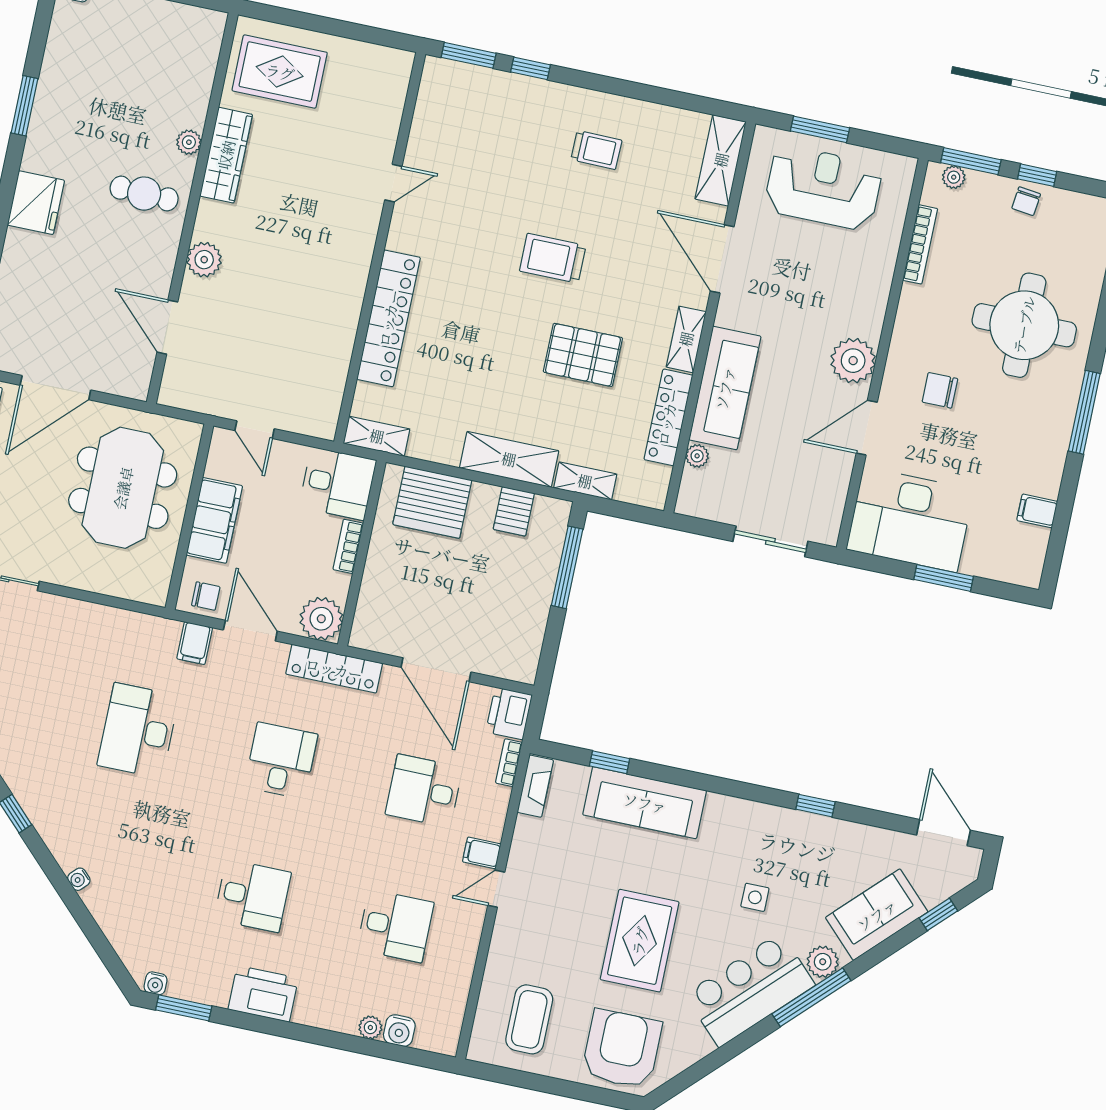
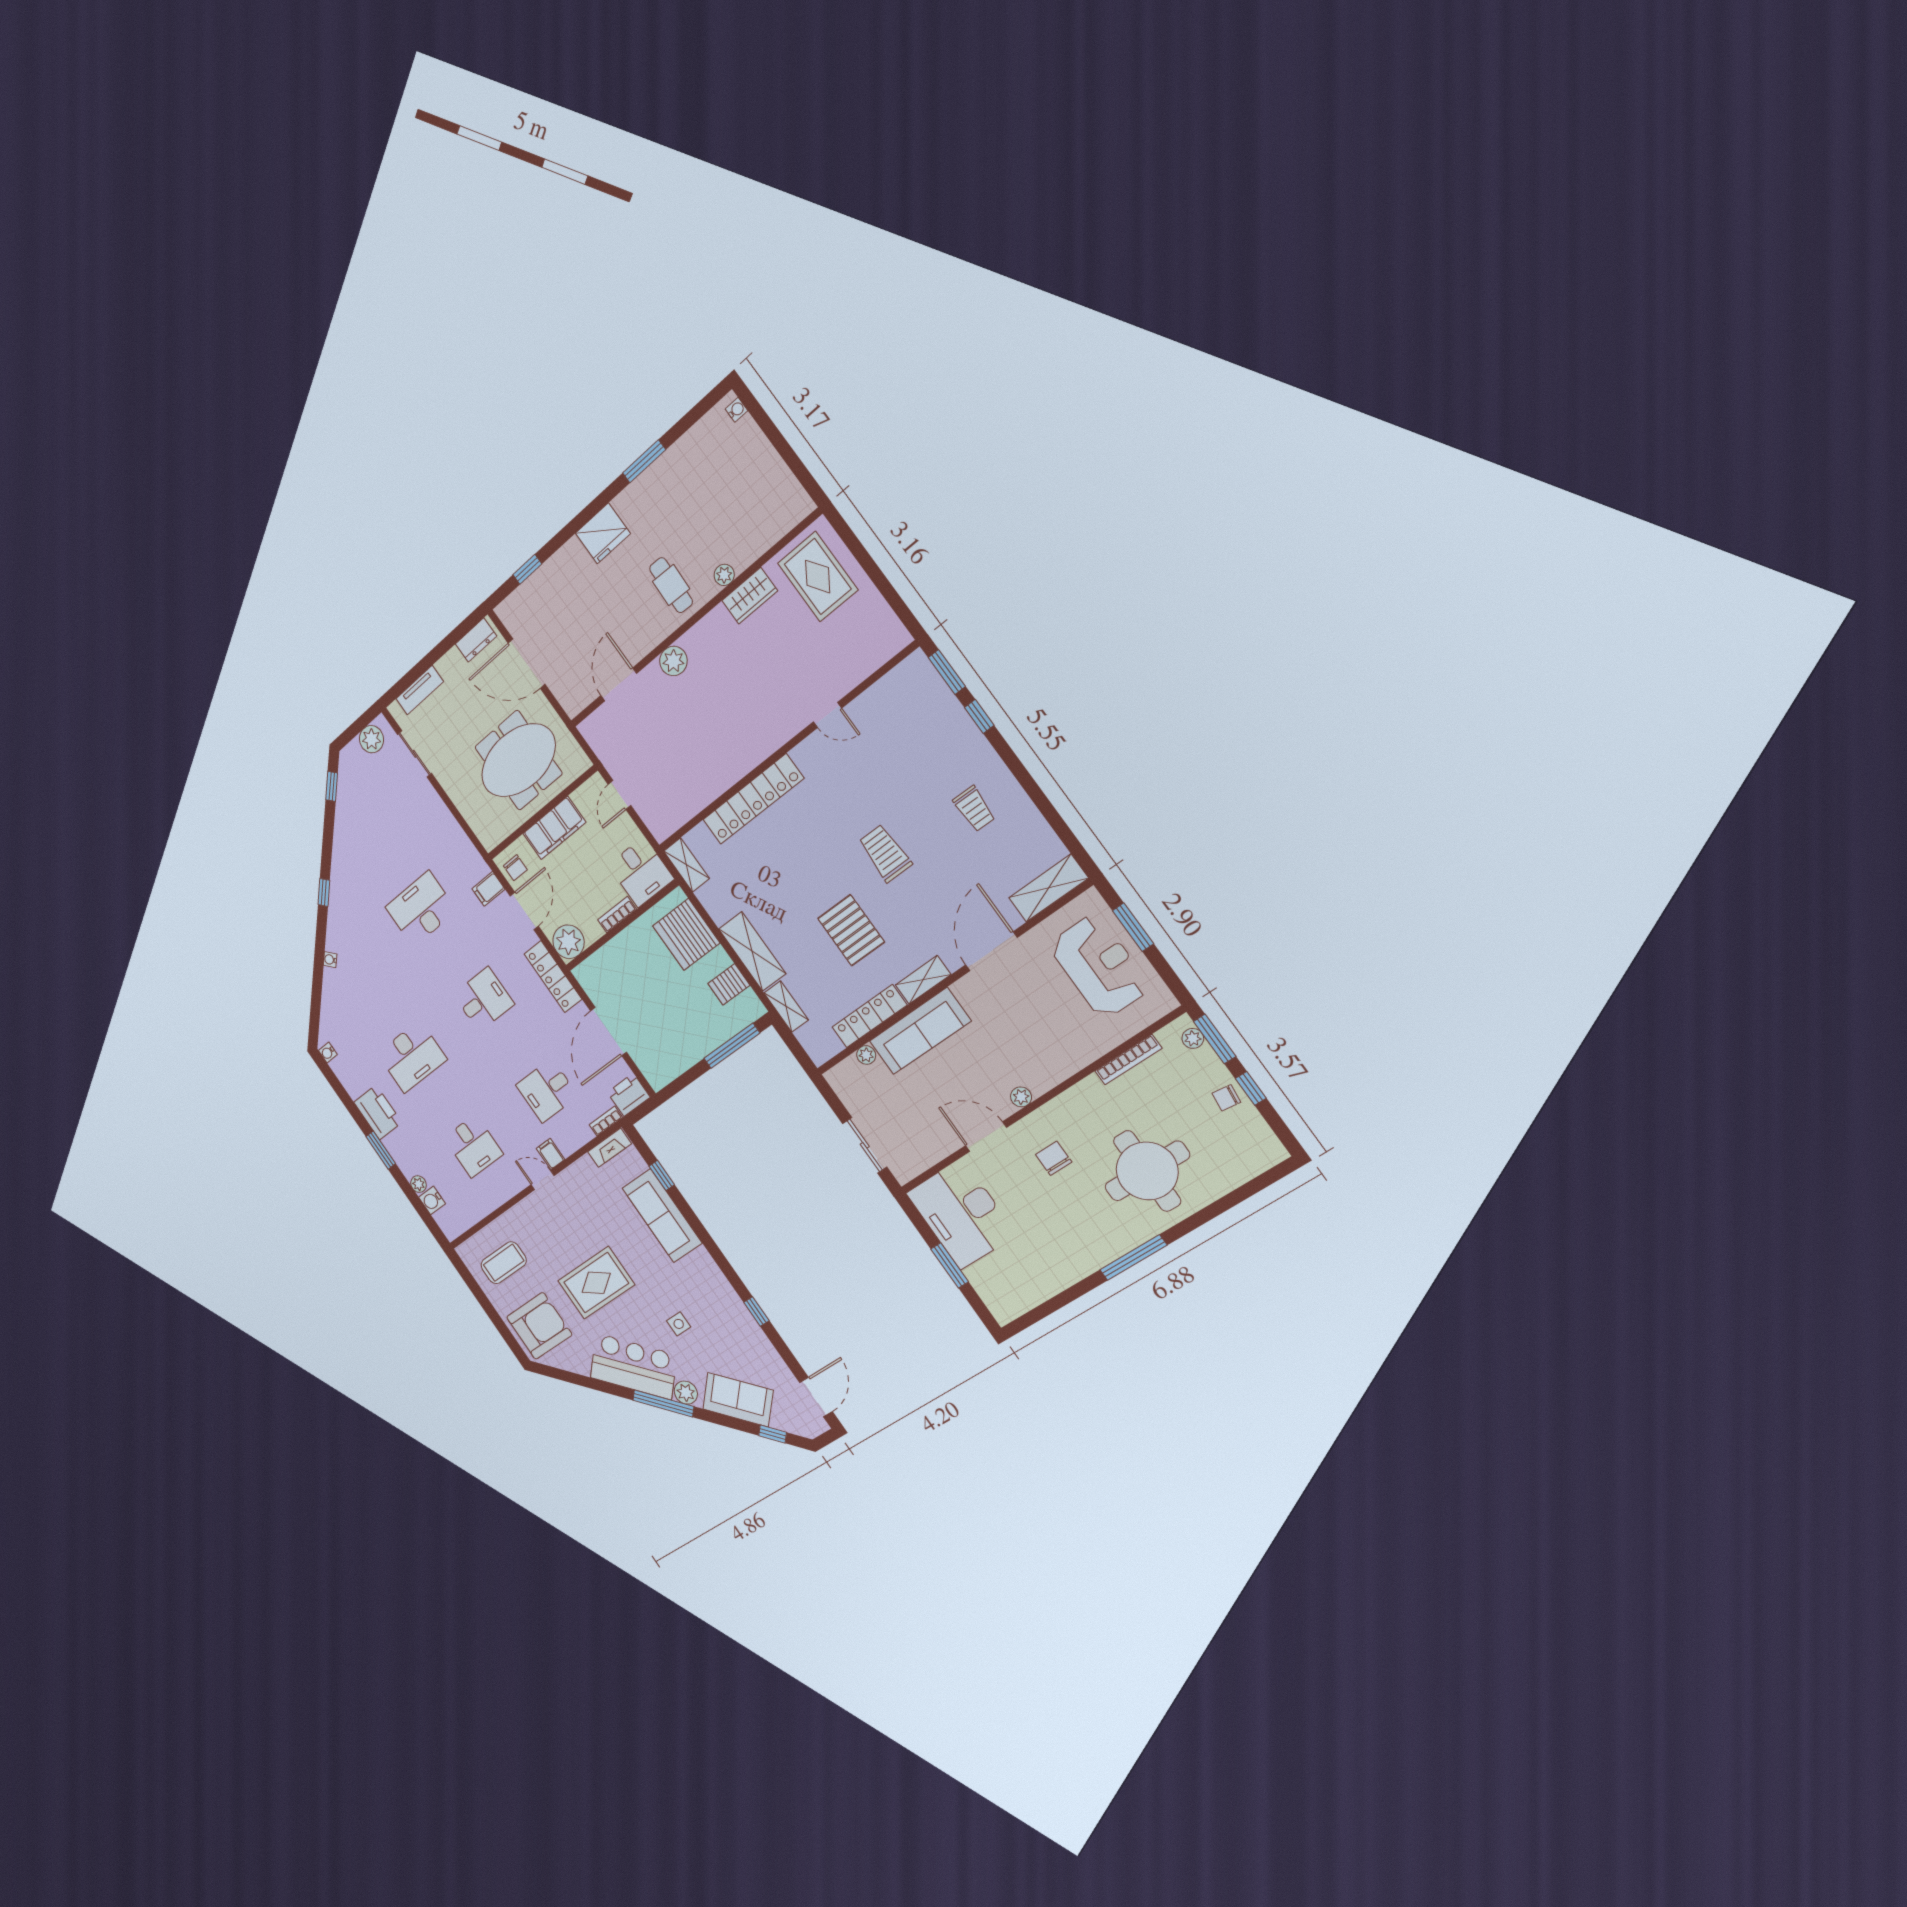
wardrobe: (226, 155) -> (750, 596), width x0.67
plant: (853, 361) -> (1021, 1097), width x0.53, depth x0.53
filing cabinet: (1037, 511) -> (1045, 1284), removed
desk: (424, 791) -> (547, 1091), turned -90
desk: (253, 896) -> (412, 1057), width x1.37
window: (184, 1008) -> (381, 1150), moved

